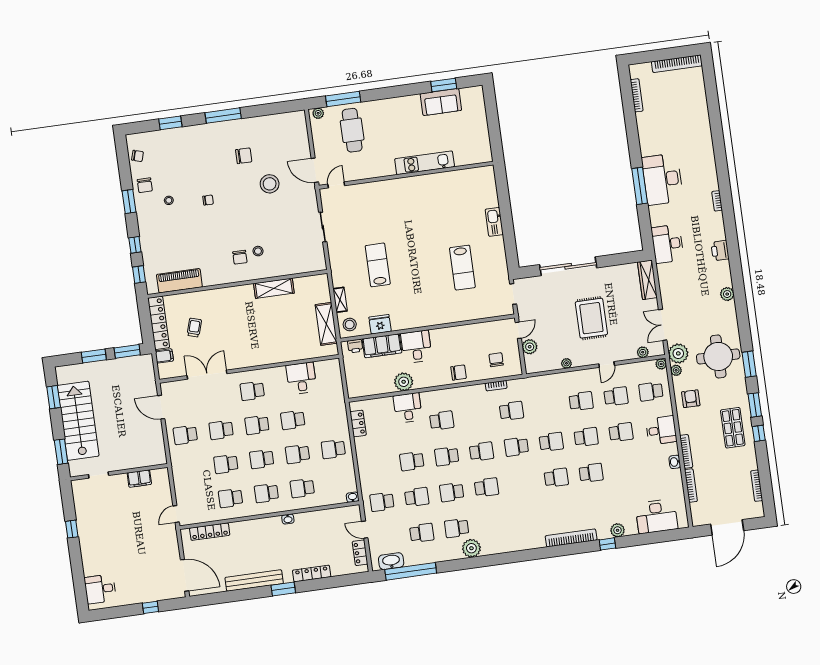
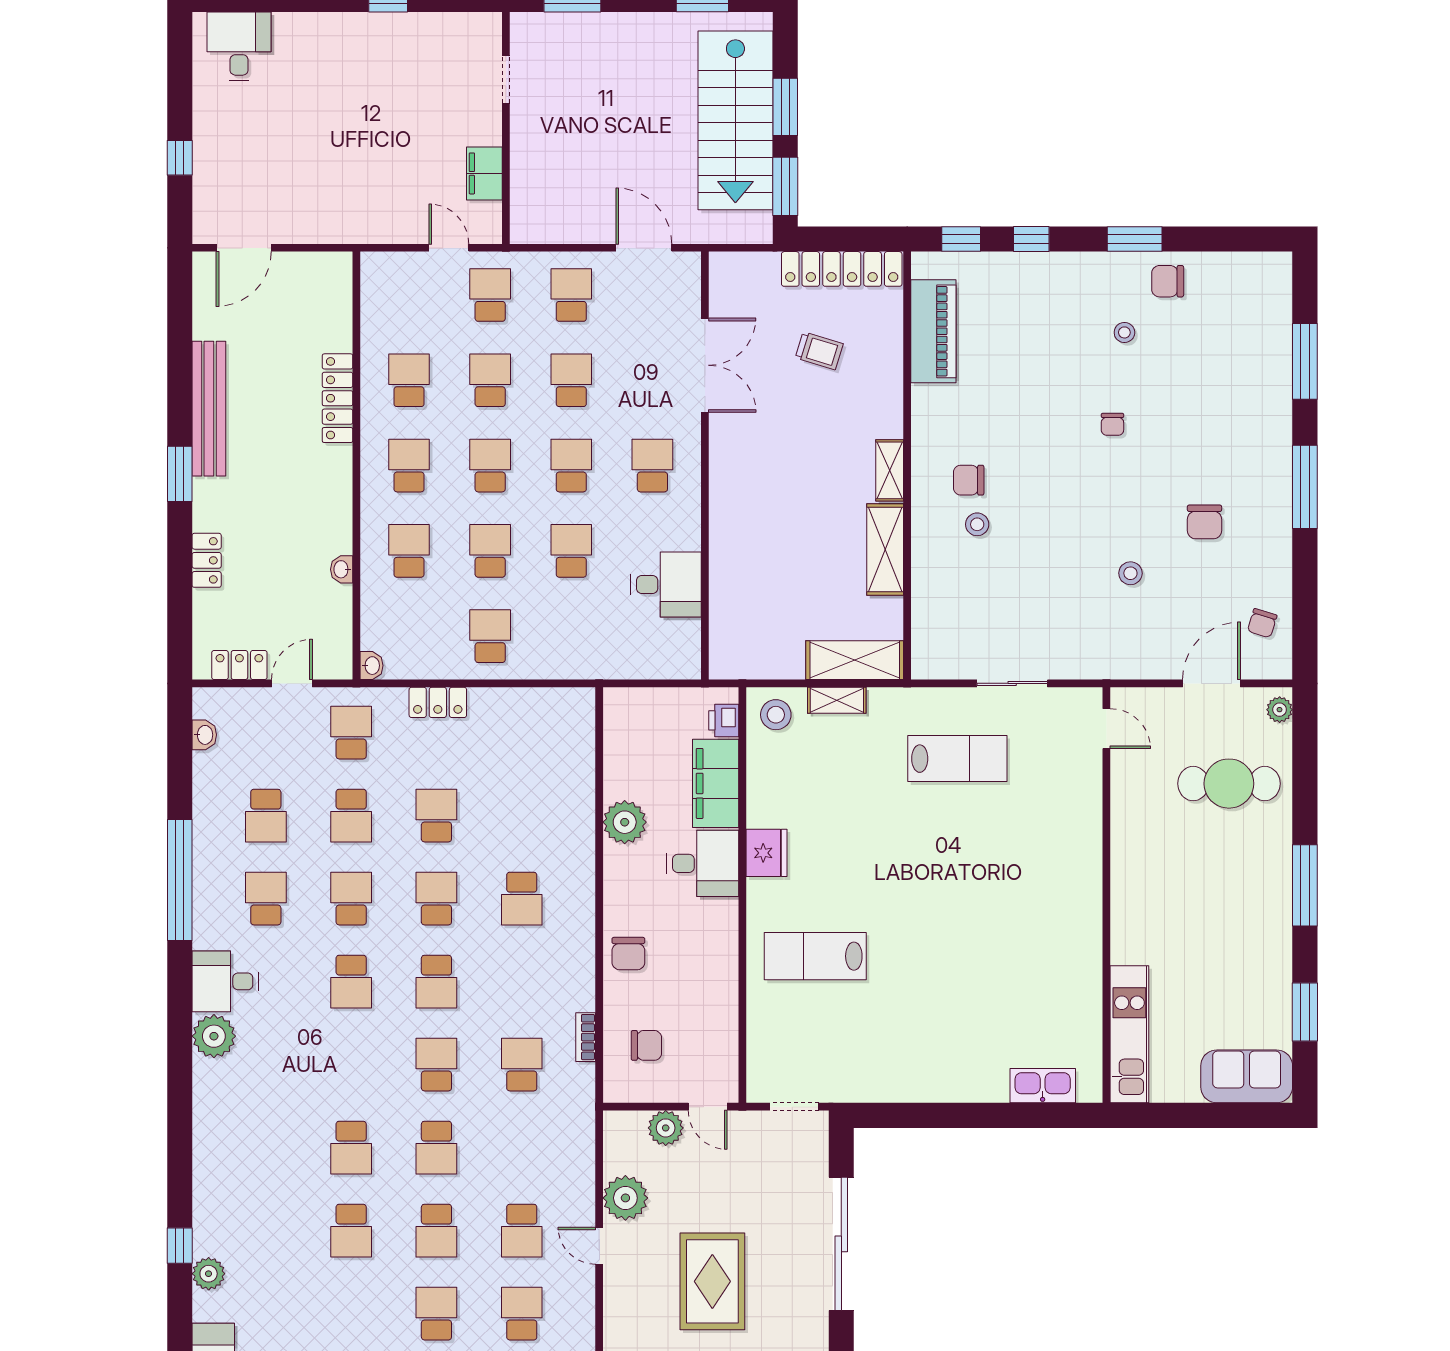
window: (343, 99) -> (1305, 885), moved
sofa: (441, 102) -> (1247, 1076), moved, turned 90
window: (170, 123) -> (1305, 361), width x1.44
chair: (138, 156) -> (1262, 623), moved
kitchen unit: (425, 163) -> (1129, 1034), moved
door: (315, 170) -> (1211, 683), moved
stool: (270, 184) -> (1130, 573), width x0.53, depth x0.53
kitchen sink: (494, 222) -> (1043, 1086), moved
lab bench: (378, 265) -> (957, 759), moved
lab bench: (462, 268) -> (815, 956), moved
shelving: (240, 291) -> (890, 470), added
rug: (591, 318) -> (712, 1281), turned 90
shelving: (326, 324) -> (855, 660), moved
fridge: (380, 324) -> (767, 853), moved
filing cabinet: (164, 356) -> (763, 271), removed
plant: (566, 363) -> (625, 1198), width x1.88, depth x1.88
door: (607, 365) -> (599, 1246), moved
school desk: (616, 396) -> (522, 1314), turned 180
door: (161, 407) -> (644, 248), hinge flipped
desk: (408, 408) -> (225, 981), moved, turned 180
school desk: (511, 411) -> (522, 1065), turned 180
stairs: (78, 421) -> (735, 120), moved, turned 90
locker: (358, 424) -> (438, 702), moved
school desk: (621, 432) -> (436, 1314), turned 180
school desk: (190, 469) -> (490, 295), added
door: (176, 514) -> (449, 248), moved
washbasin: (288, 519) -> (342, 569), moved
locker: (210, 532) -> (337, 398), moved
bookcase: (571, 538) -> (206, 1163), removed
plant: (471, 548) -> (214, 1036), moved
washbasin: (391, 561) -> (204, 735), width x0.52, depth x0.69
window: (411, 571) -> (180, 880), moved
locker: (312, 573) -> (207, 560), width x0.66
door: (185, 575) -> (244, 248), width x0.73

